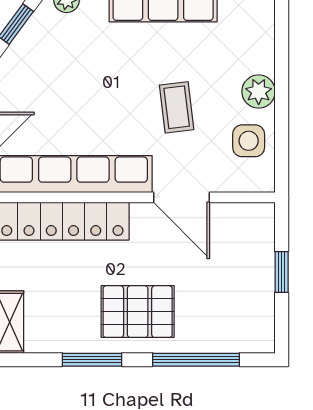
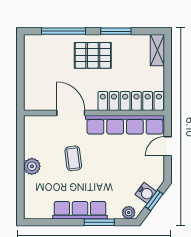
water cooler: (32, 39) -> (146, 193), added
side table: (249, 141) -> (37, 141), removed
window: (282, 272) -> (20, 75), removed

